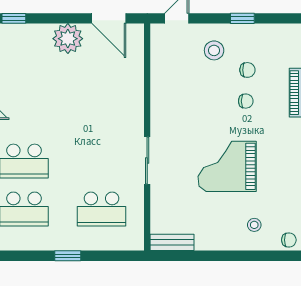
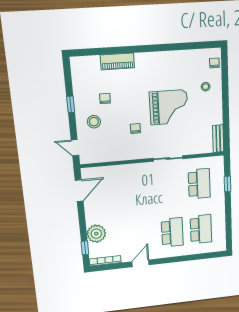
plant: (68, 39) -> (96, 234), moved
chair: (246, 101) -> (135, 128), moved
grand piano: (227, 166) -> (169, 107), turned -90
window: (68, 256) -> (228, 184), moved

